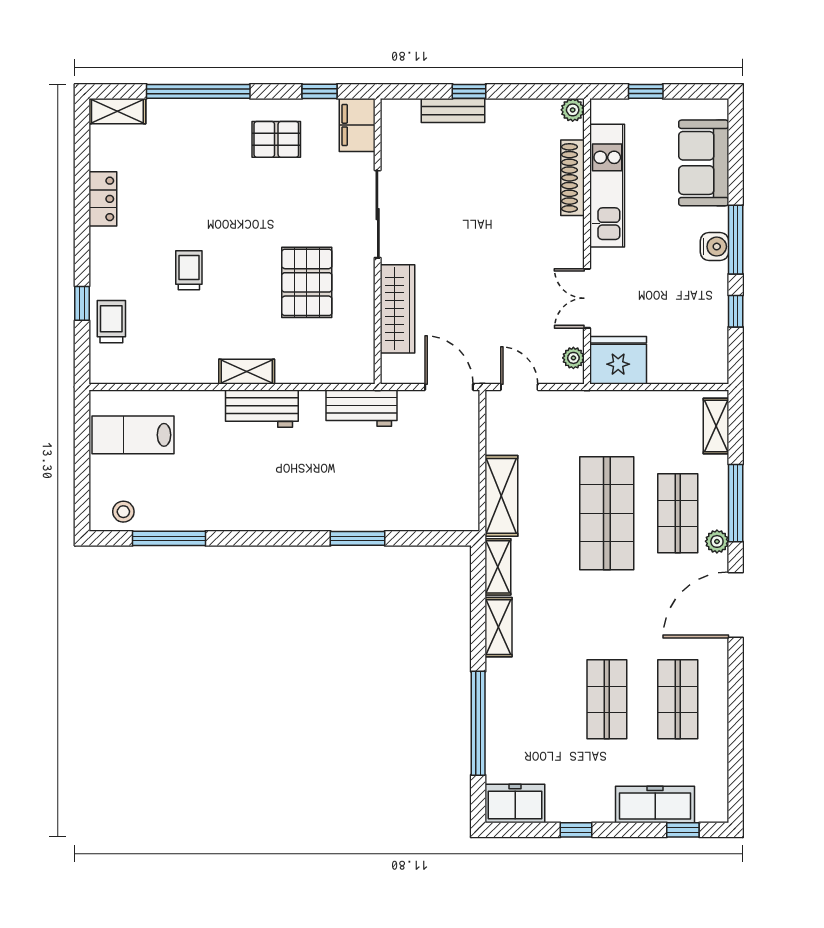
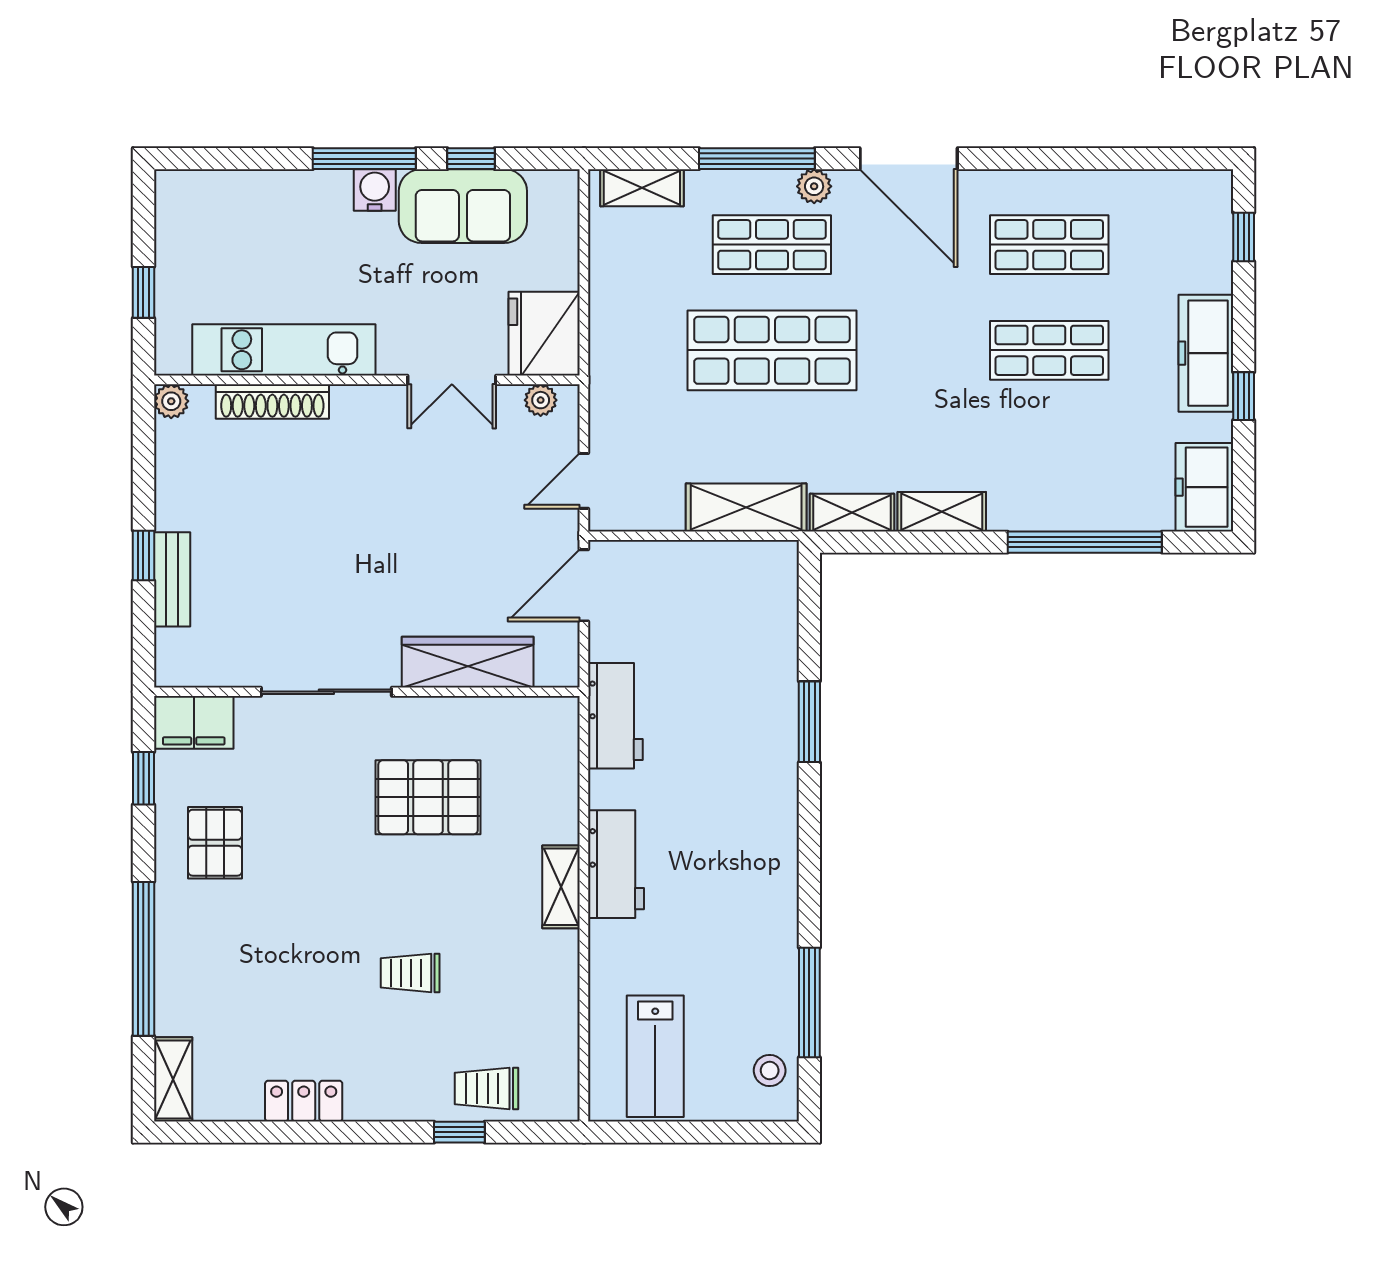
sofa: (704, 163) -> (463, 206), moved
freezer: (655, 804) -> (1206, 353), moved

